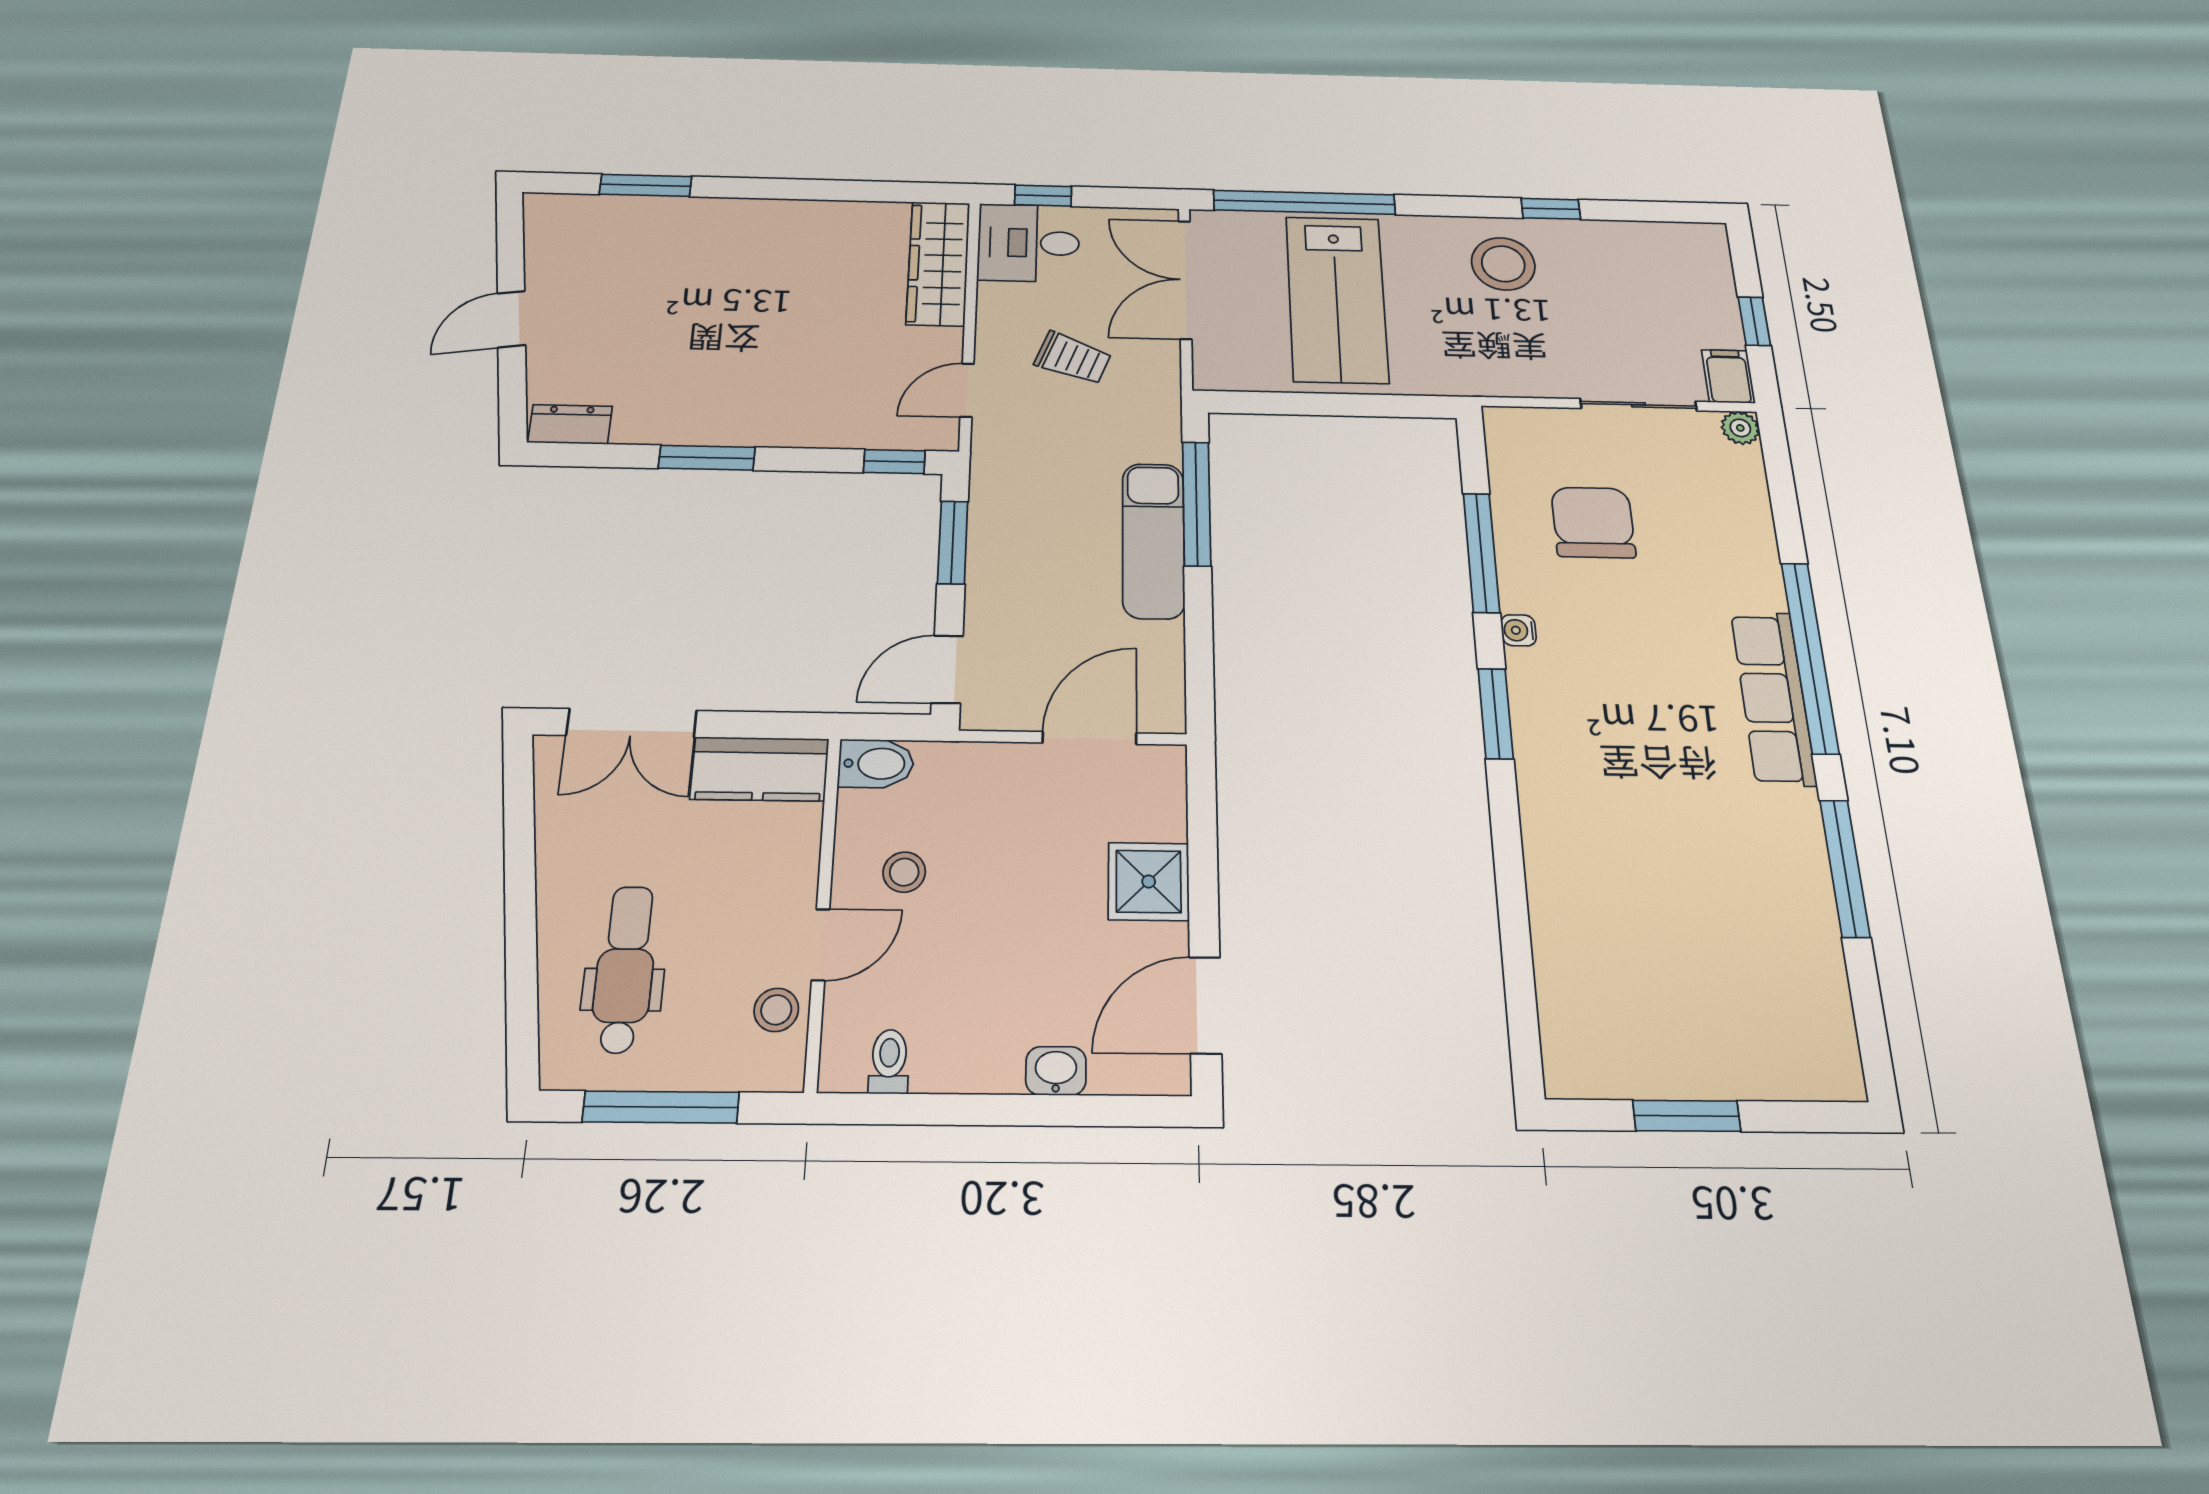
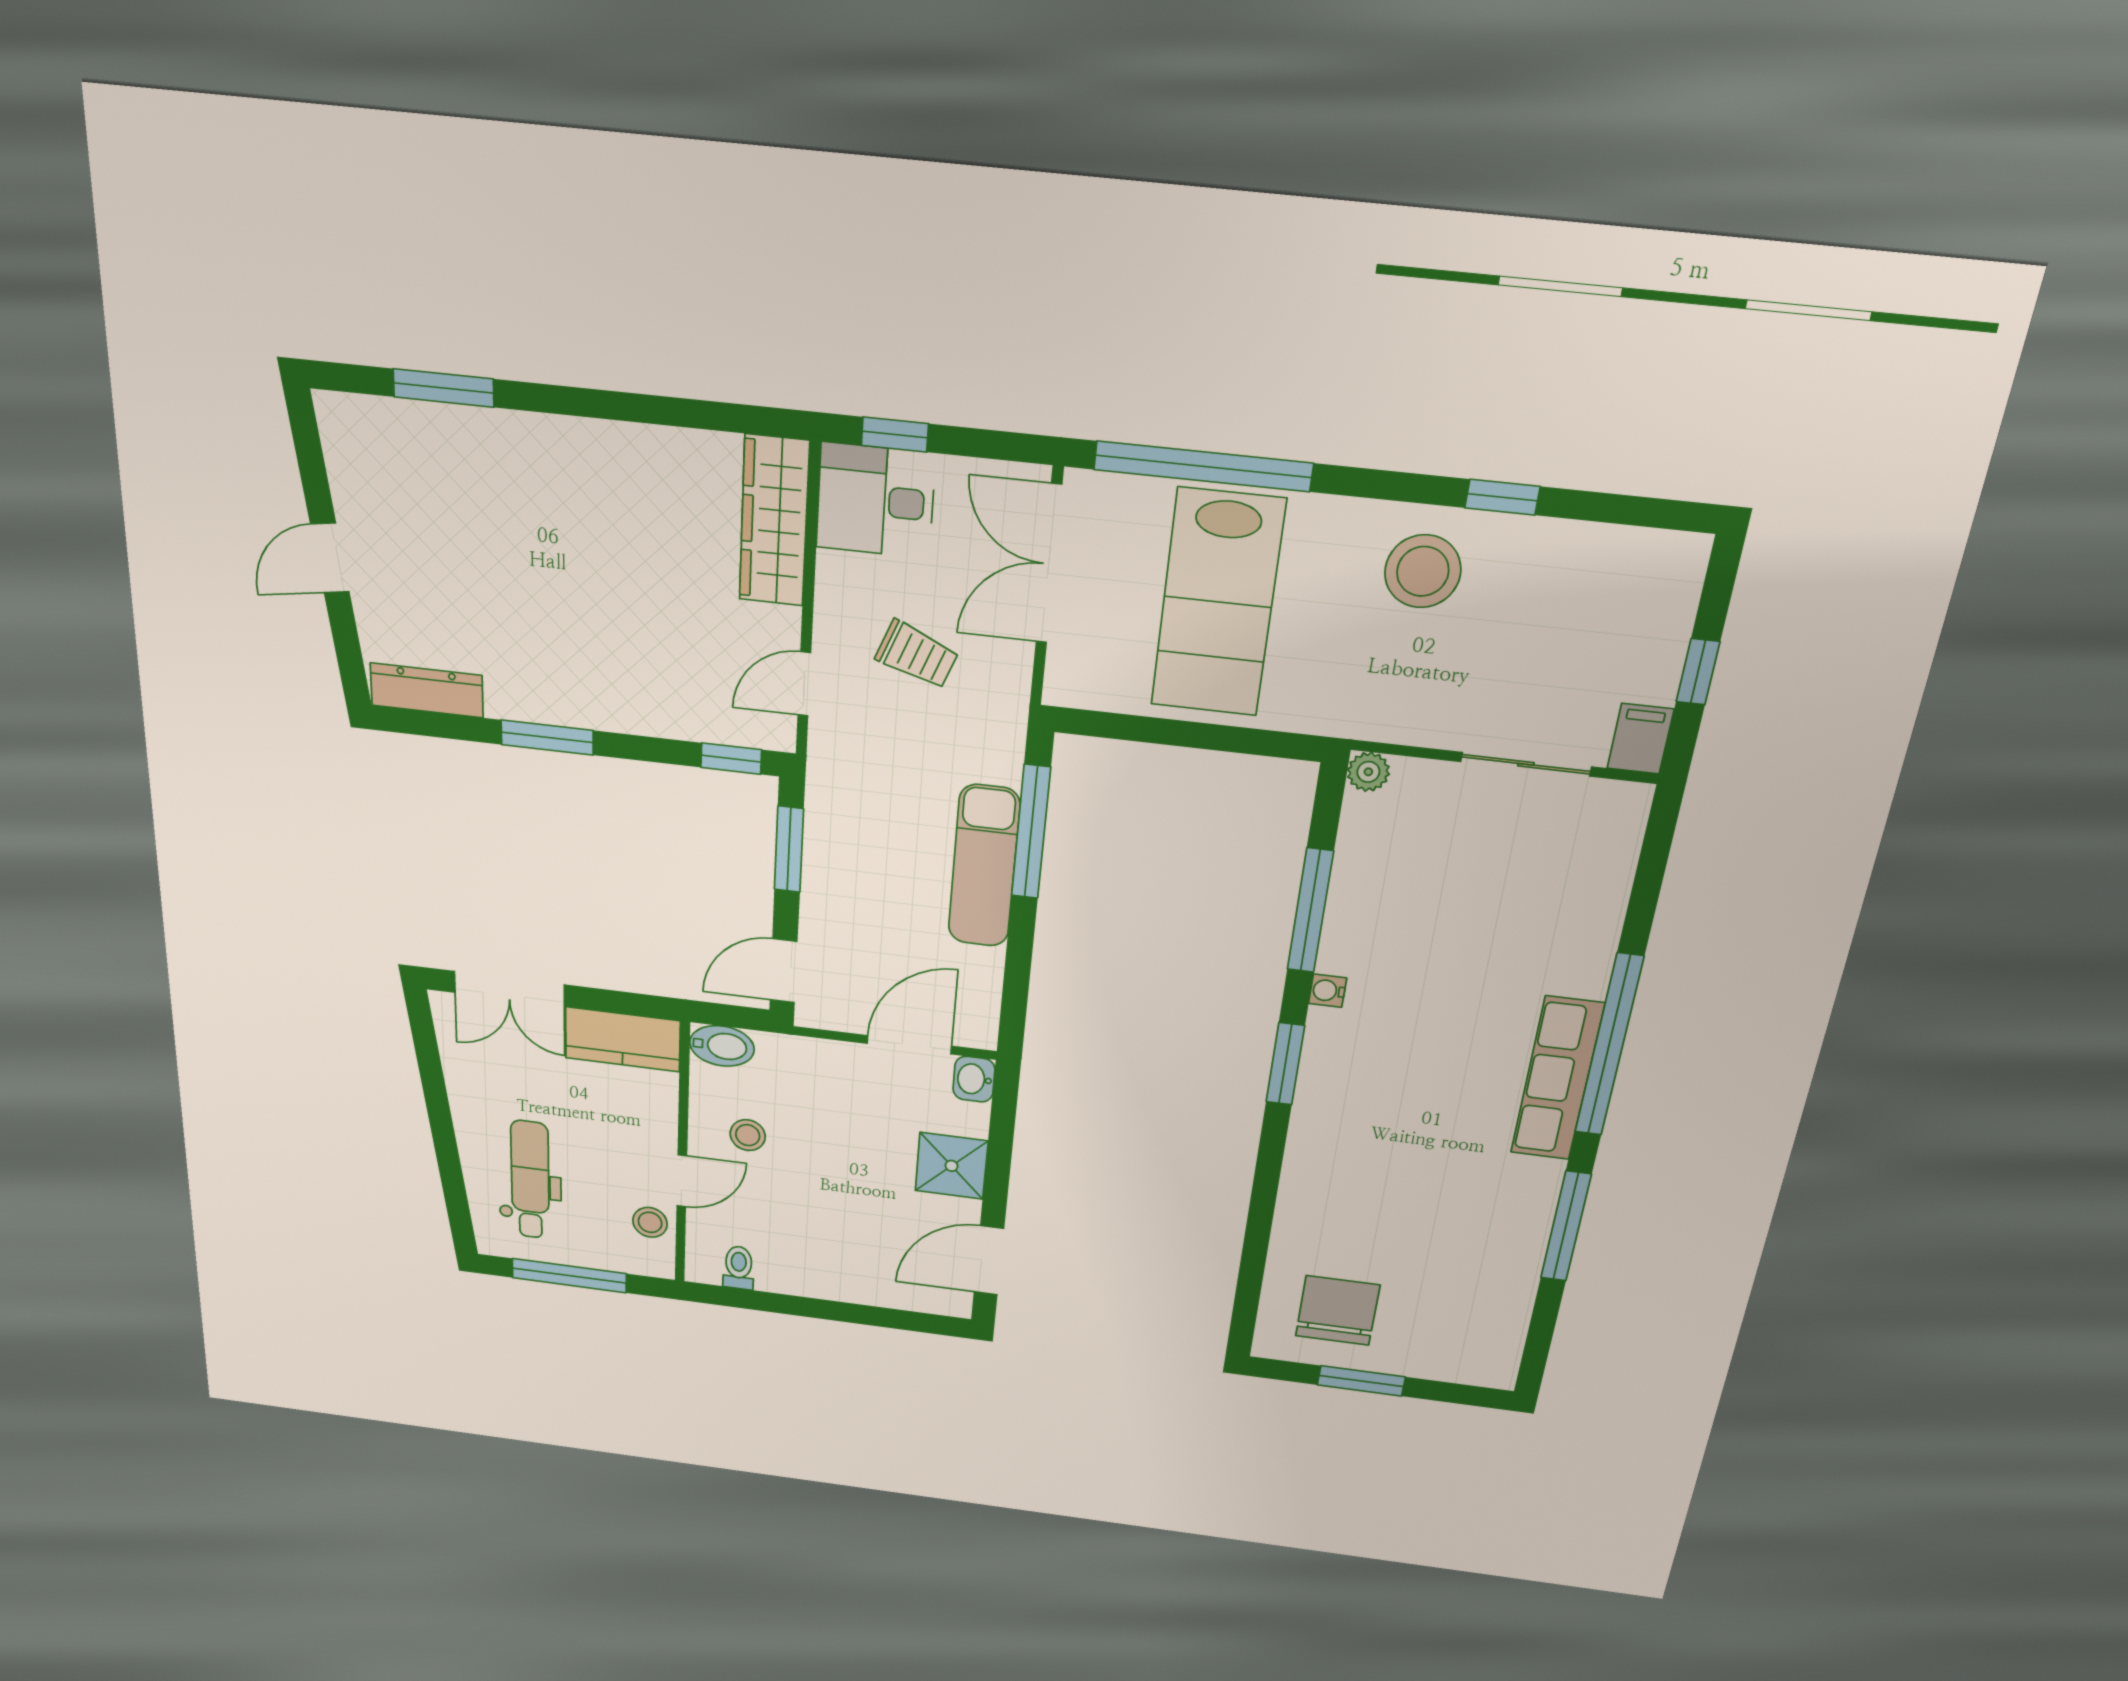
dresser: (570, 424) -> (427, 690), width x1.44
plant: (1740, 428) -> (1368, 772), moved
chair: (1593, 522) -> (1338, 1310), moved
washbasin: (1056, 1071) -> (974, 1079), moved, turned -90

